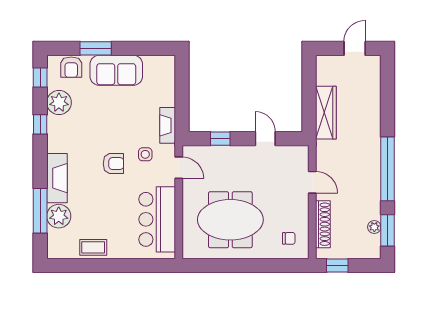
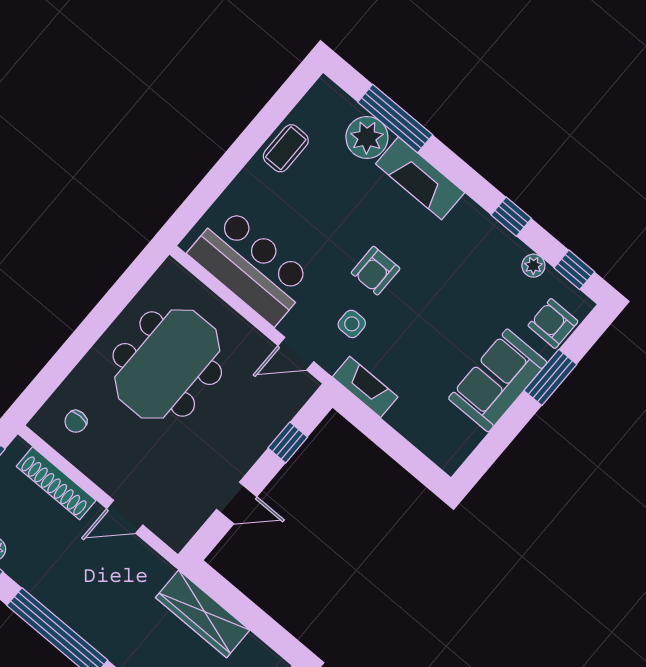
plant: (59, 103) -> (533, 266), width x0.53, depth x0.53

